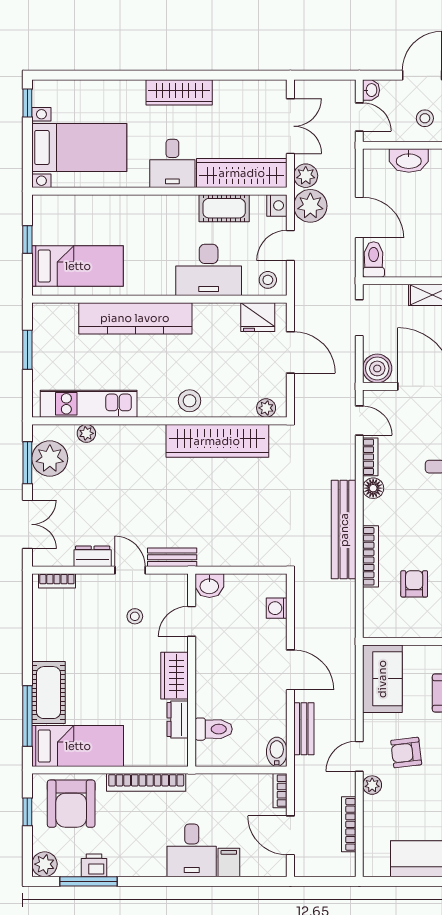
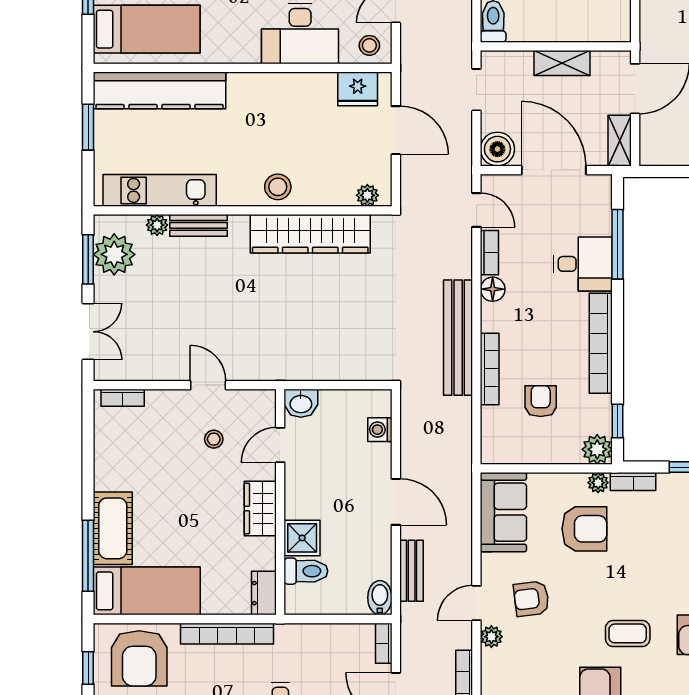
kitchen counter: (135, 318) -> (159, 90), moved
dresser: (93, 556) -> (164, 369), removed
bench: (172, 557) -> (199, 225), moved
shower: (210, 701) -> (302, 538), added
dresser: (178, 720) -> (264, 593), moved

